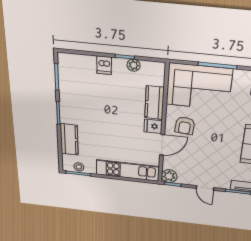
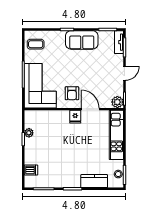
dishwasher: (104, 65) -> (31, 170), moved
kitchen counter: (154, 103) -> (56, 117), removed
armchair: (185, 126) -> (72, 93), turned 85

